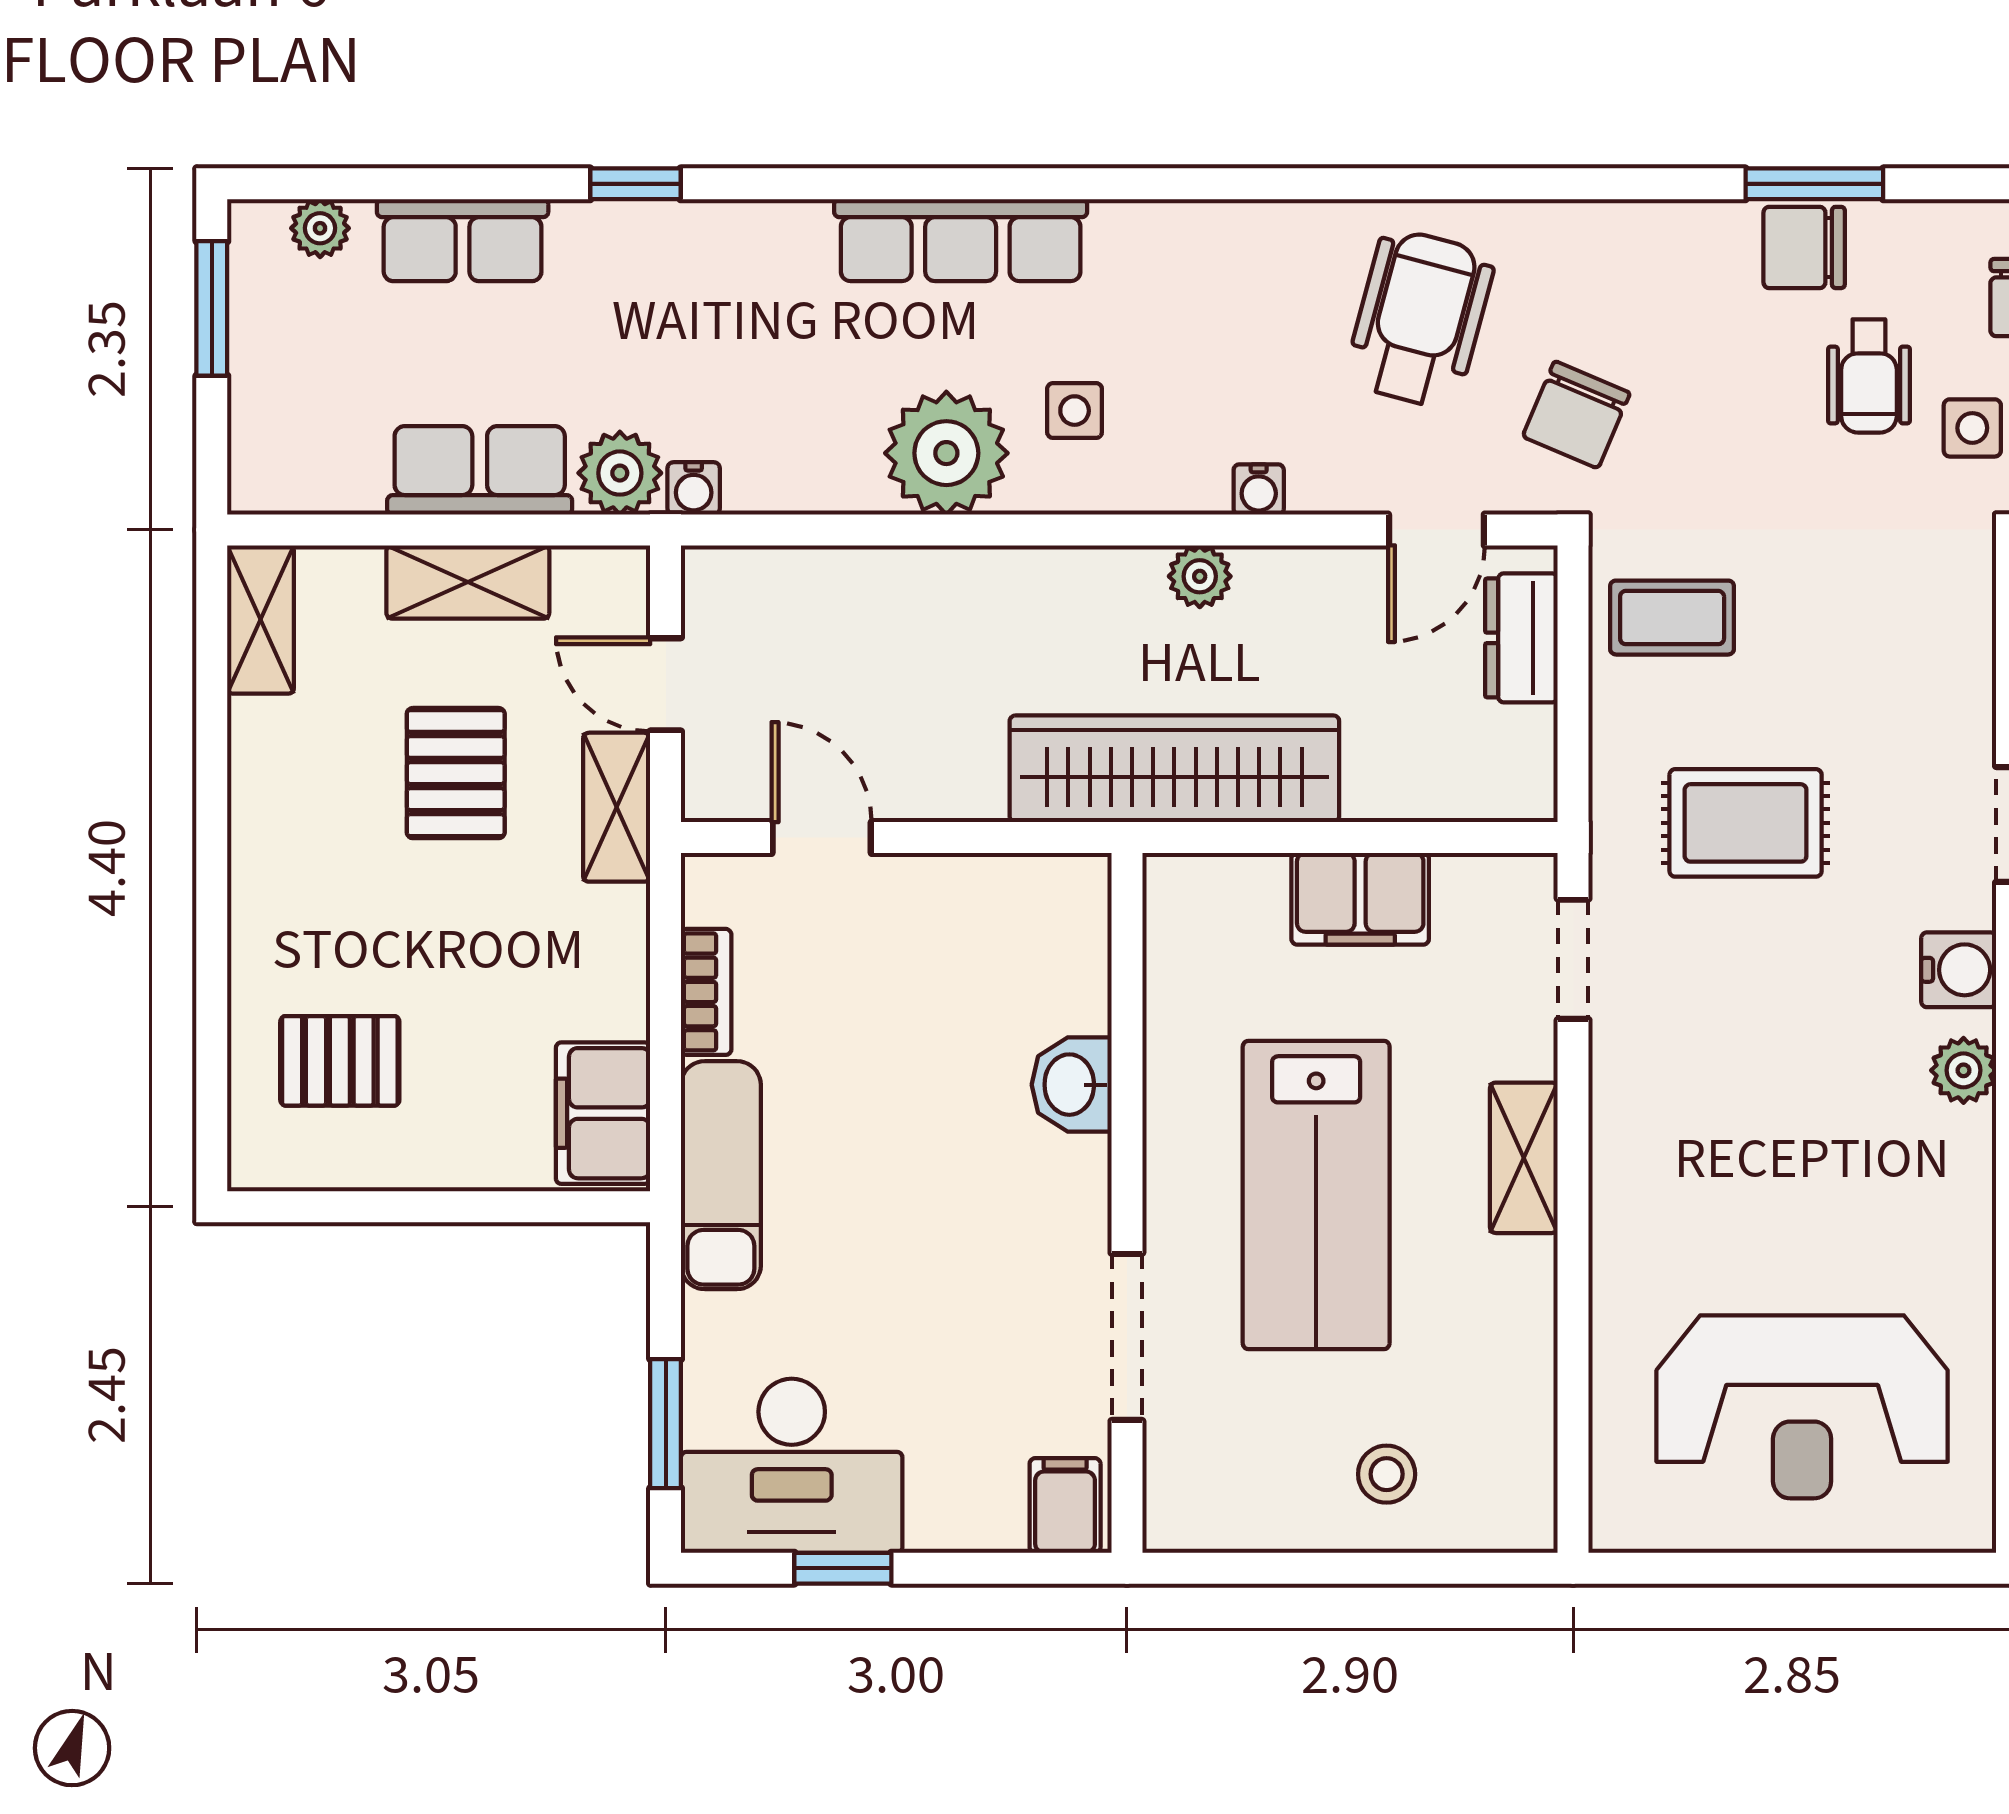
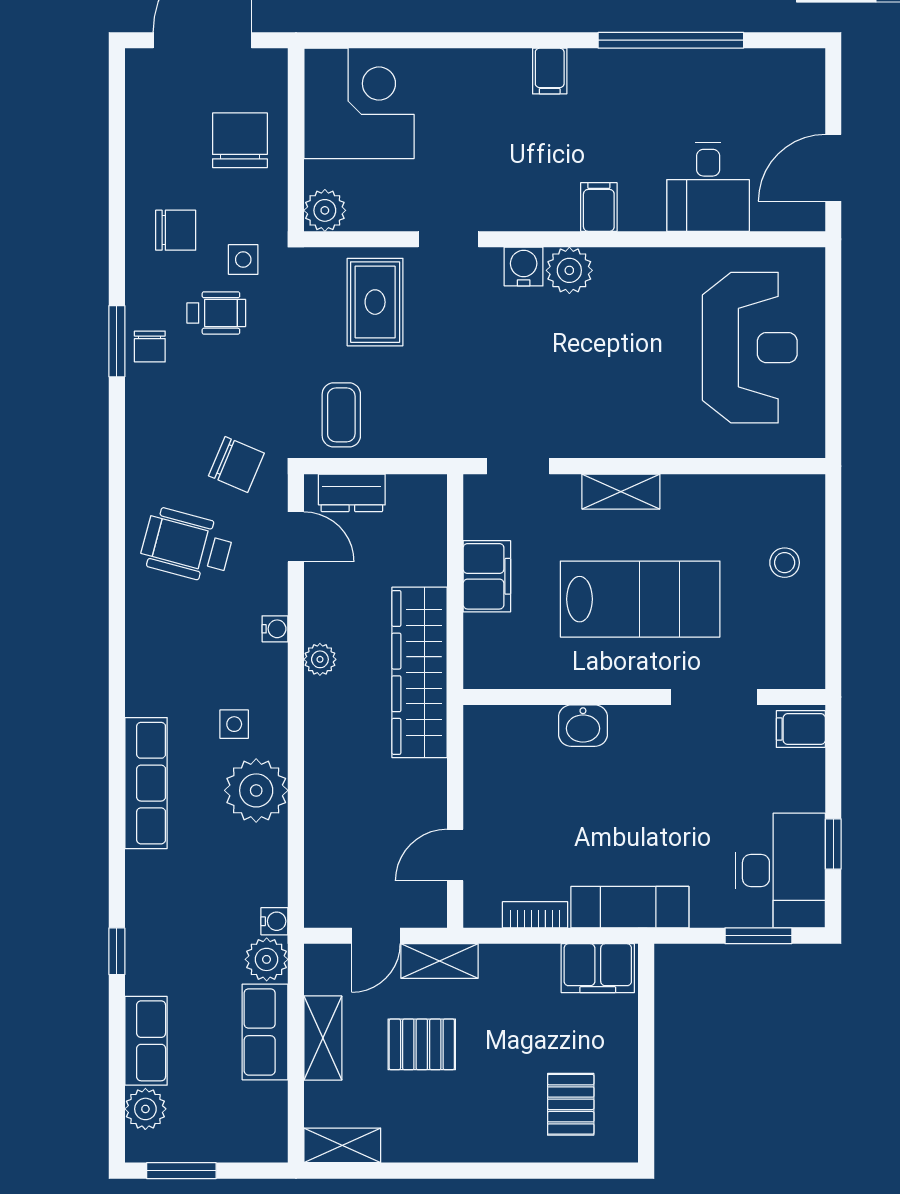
plant: (320, 228) -> (145, 1109), width x1.38, depth x1.38
chair: (1804, 247) -> (150, 347), width x0.73, depth x0.73
rug: (1746, 823) -> (375, 302), moved
plant: (1964, 1070) -> (569, 270), width x1.38, depth x1.38

